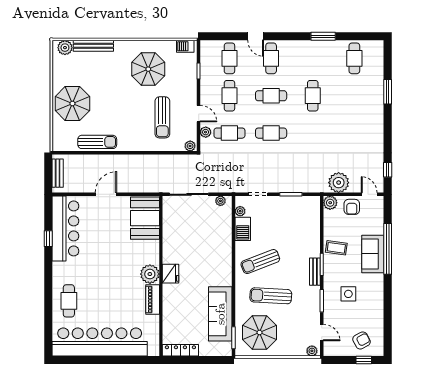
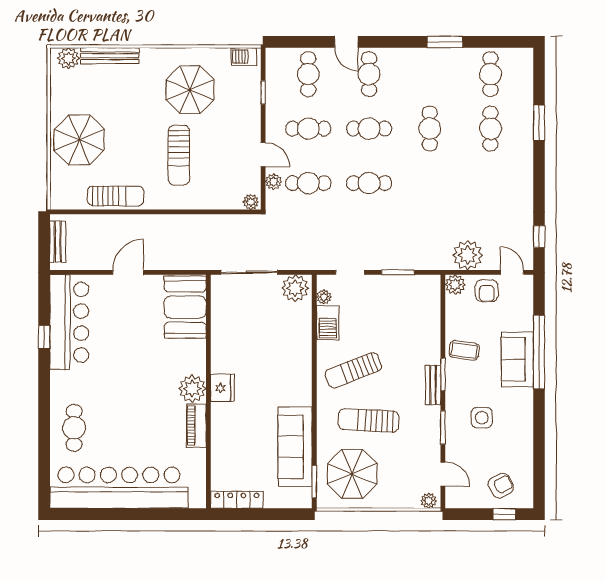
cafe table: (229, 96) -> (308, 129), turned 90
cafe table: (354, 96) -> (491, 129), added
sun lounger: (162, 117) -> (179, 155), moved
plant: (220, 201) -> (295, 288), width x1.88, depth x1.88

